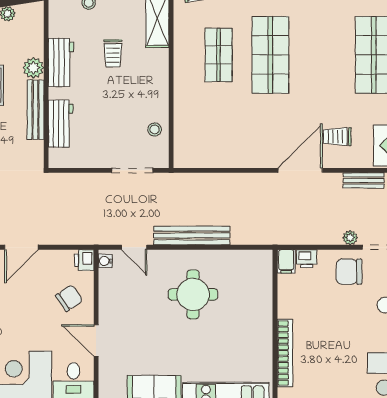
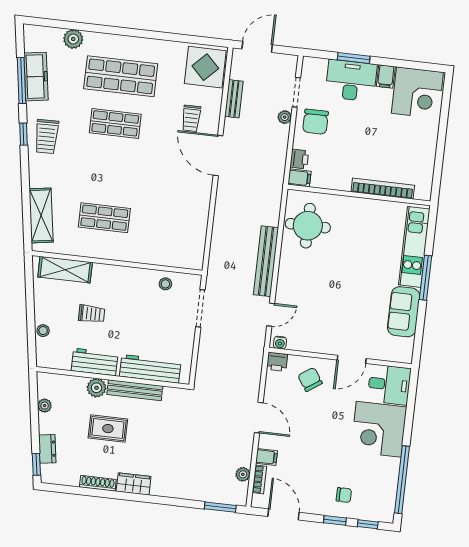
shop shelf: (270, 55) -> (115, 123), moved, width x0.70, depth x0.74
workbench: (61, 124) -> (150, 369), width x1.38
round table: (193, 294) -> (308, 226), moved

